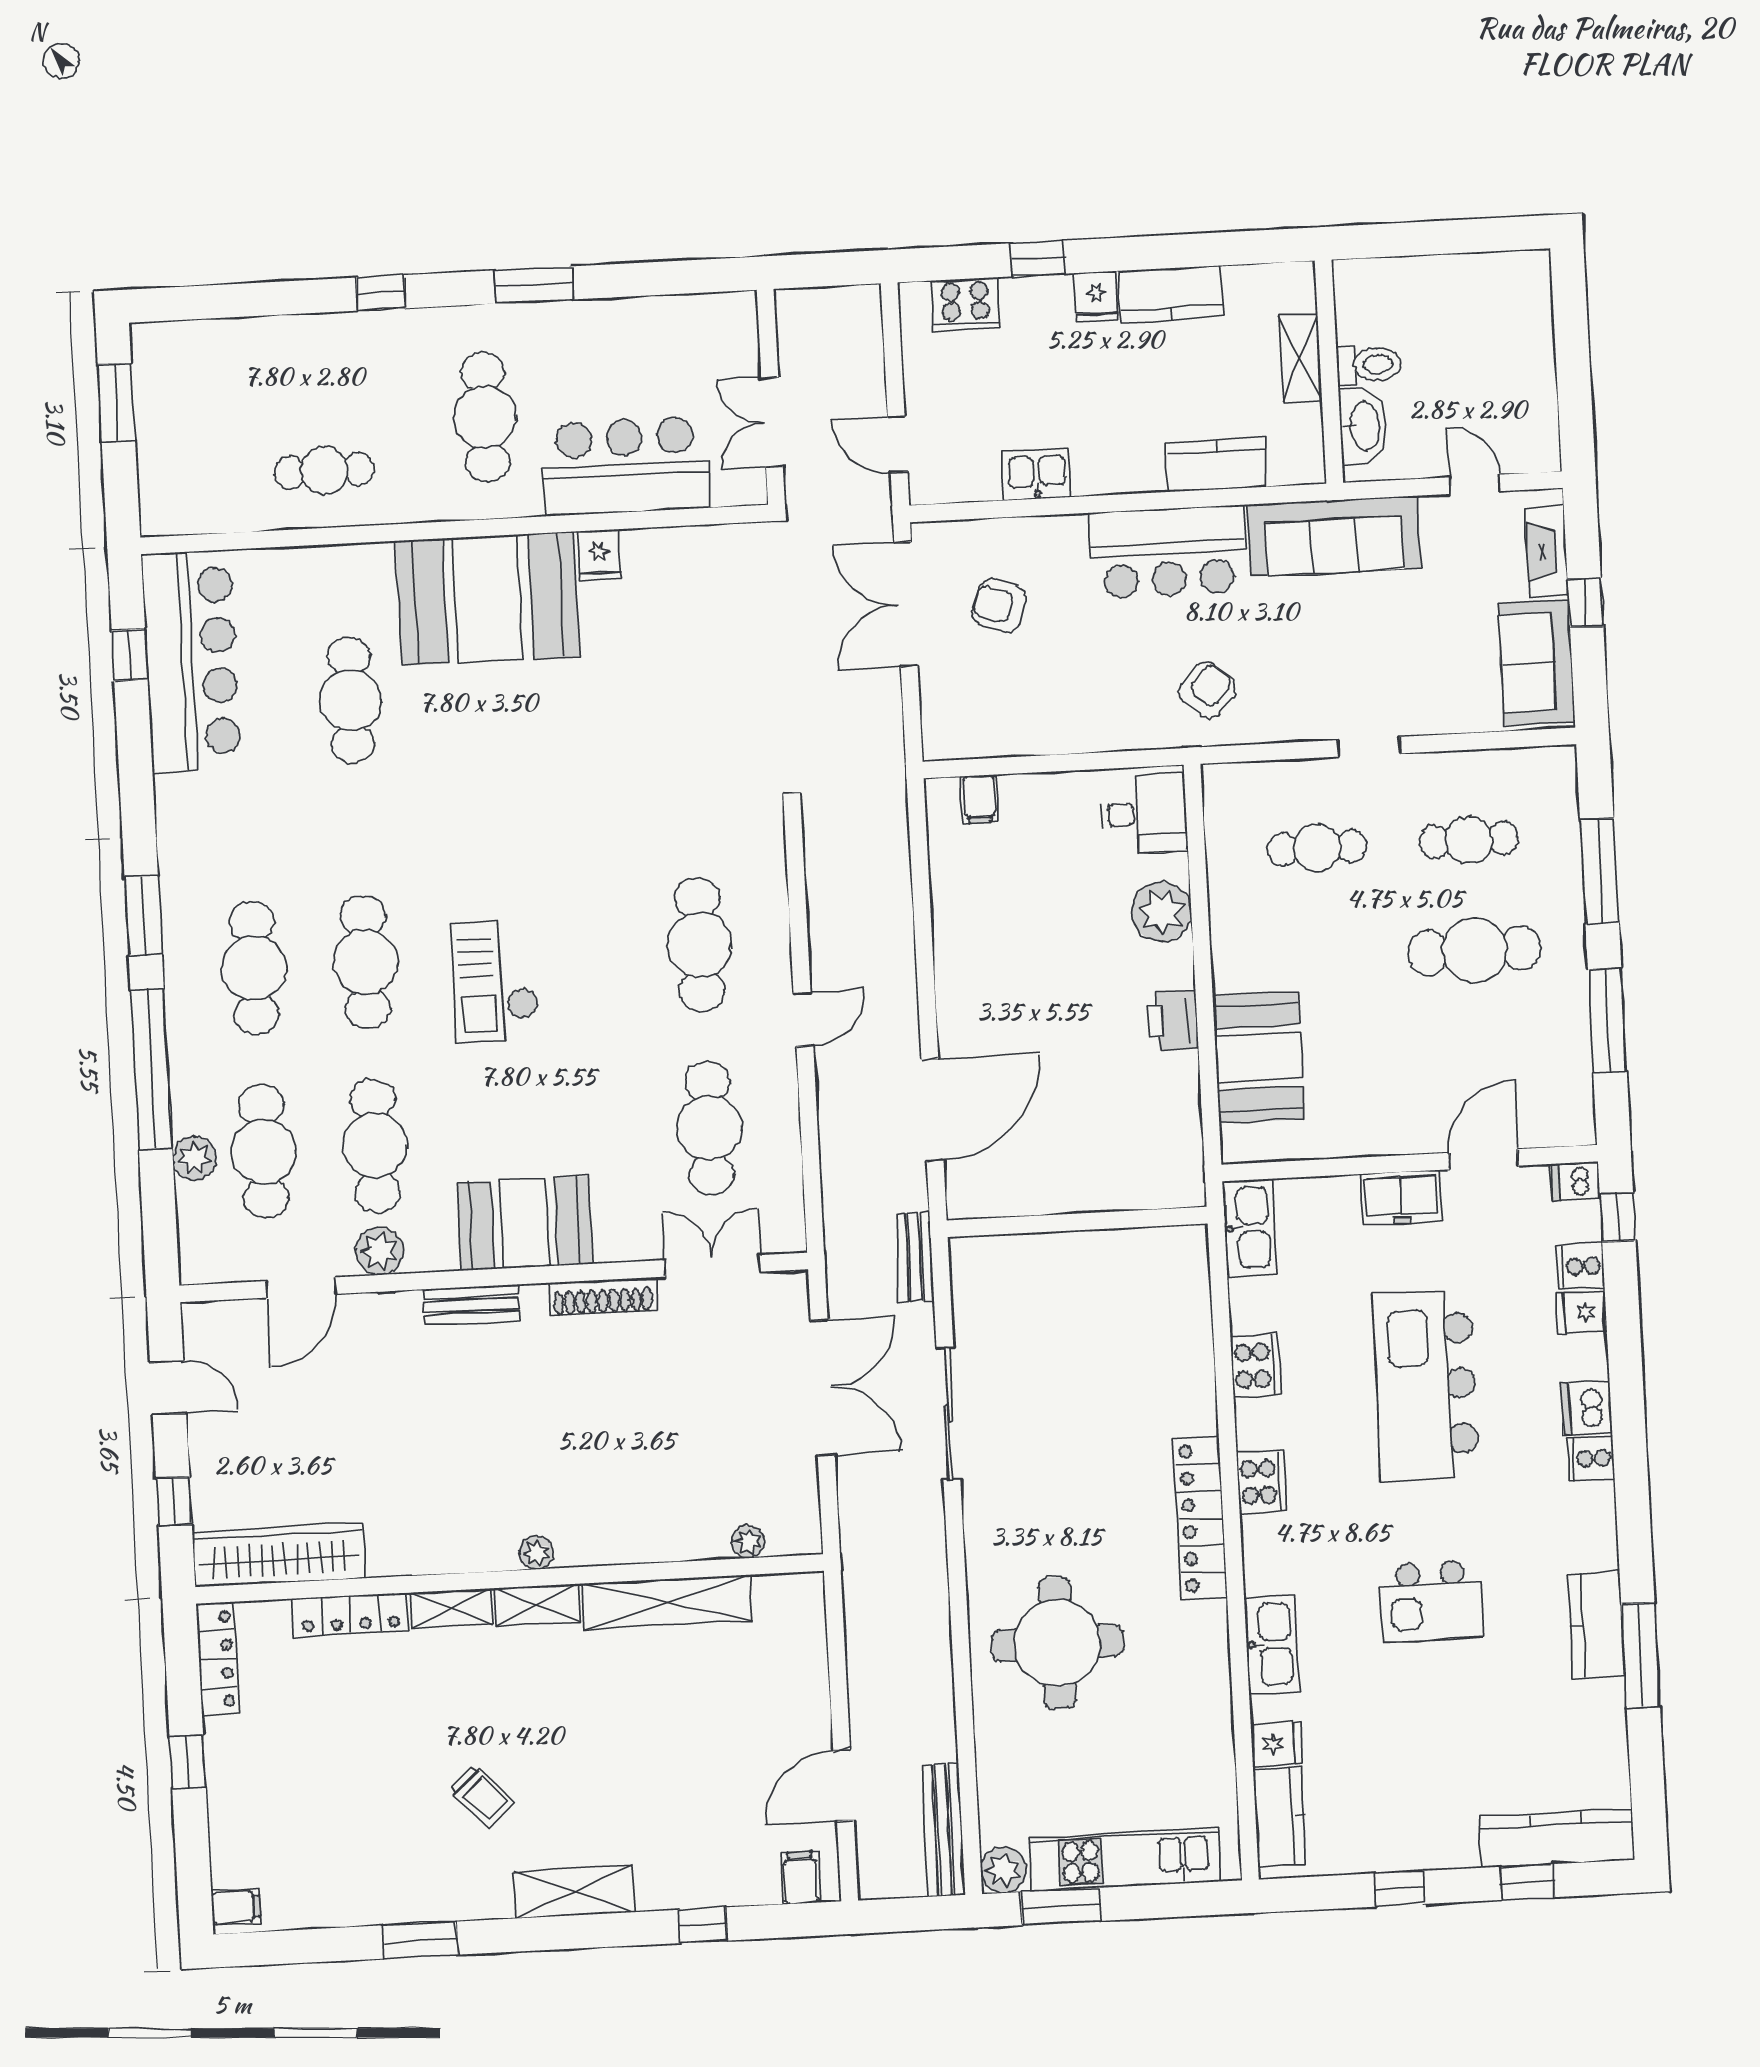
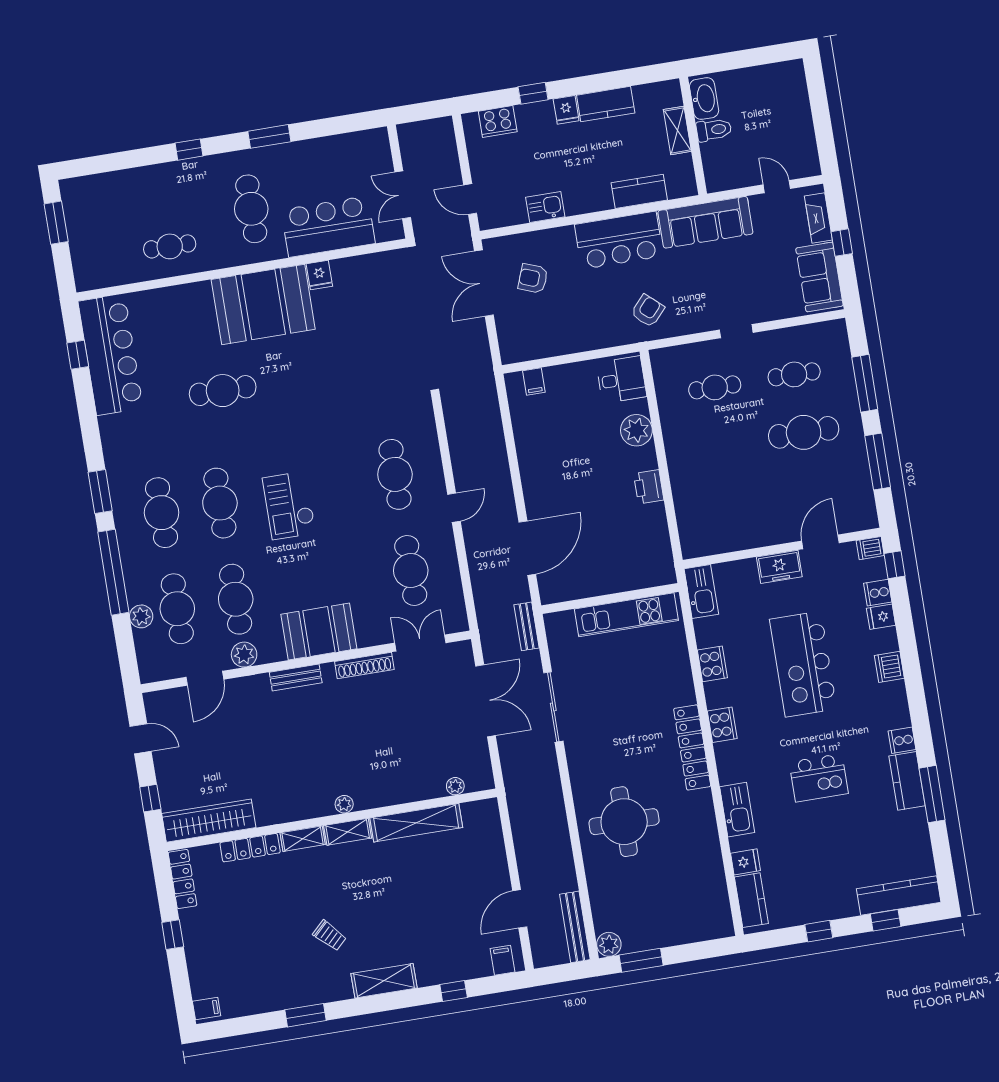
washbasin: (1363, 426) -> (704, 99), moved
cafe table: (351, 700) -> (223, 391), moved, turned 90
booth: (1259, 1057) -> (696, 501), removed
cooker: (1591, 1459) -> (902, 740), moved
kitchen unit: (1124, 1860) -> (626, 615), moved, turned 180

